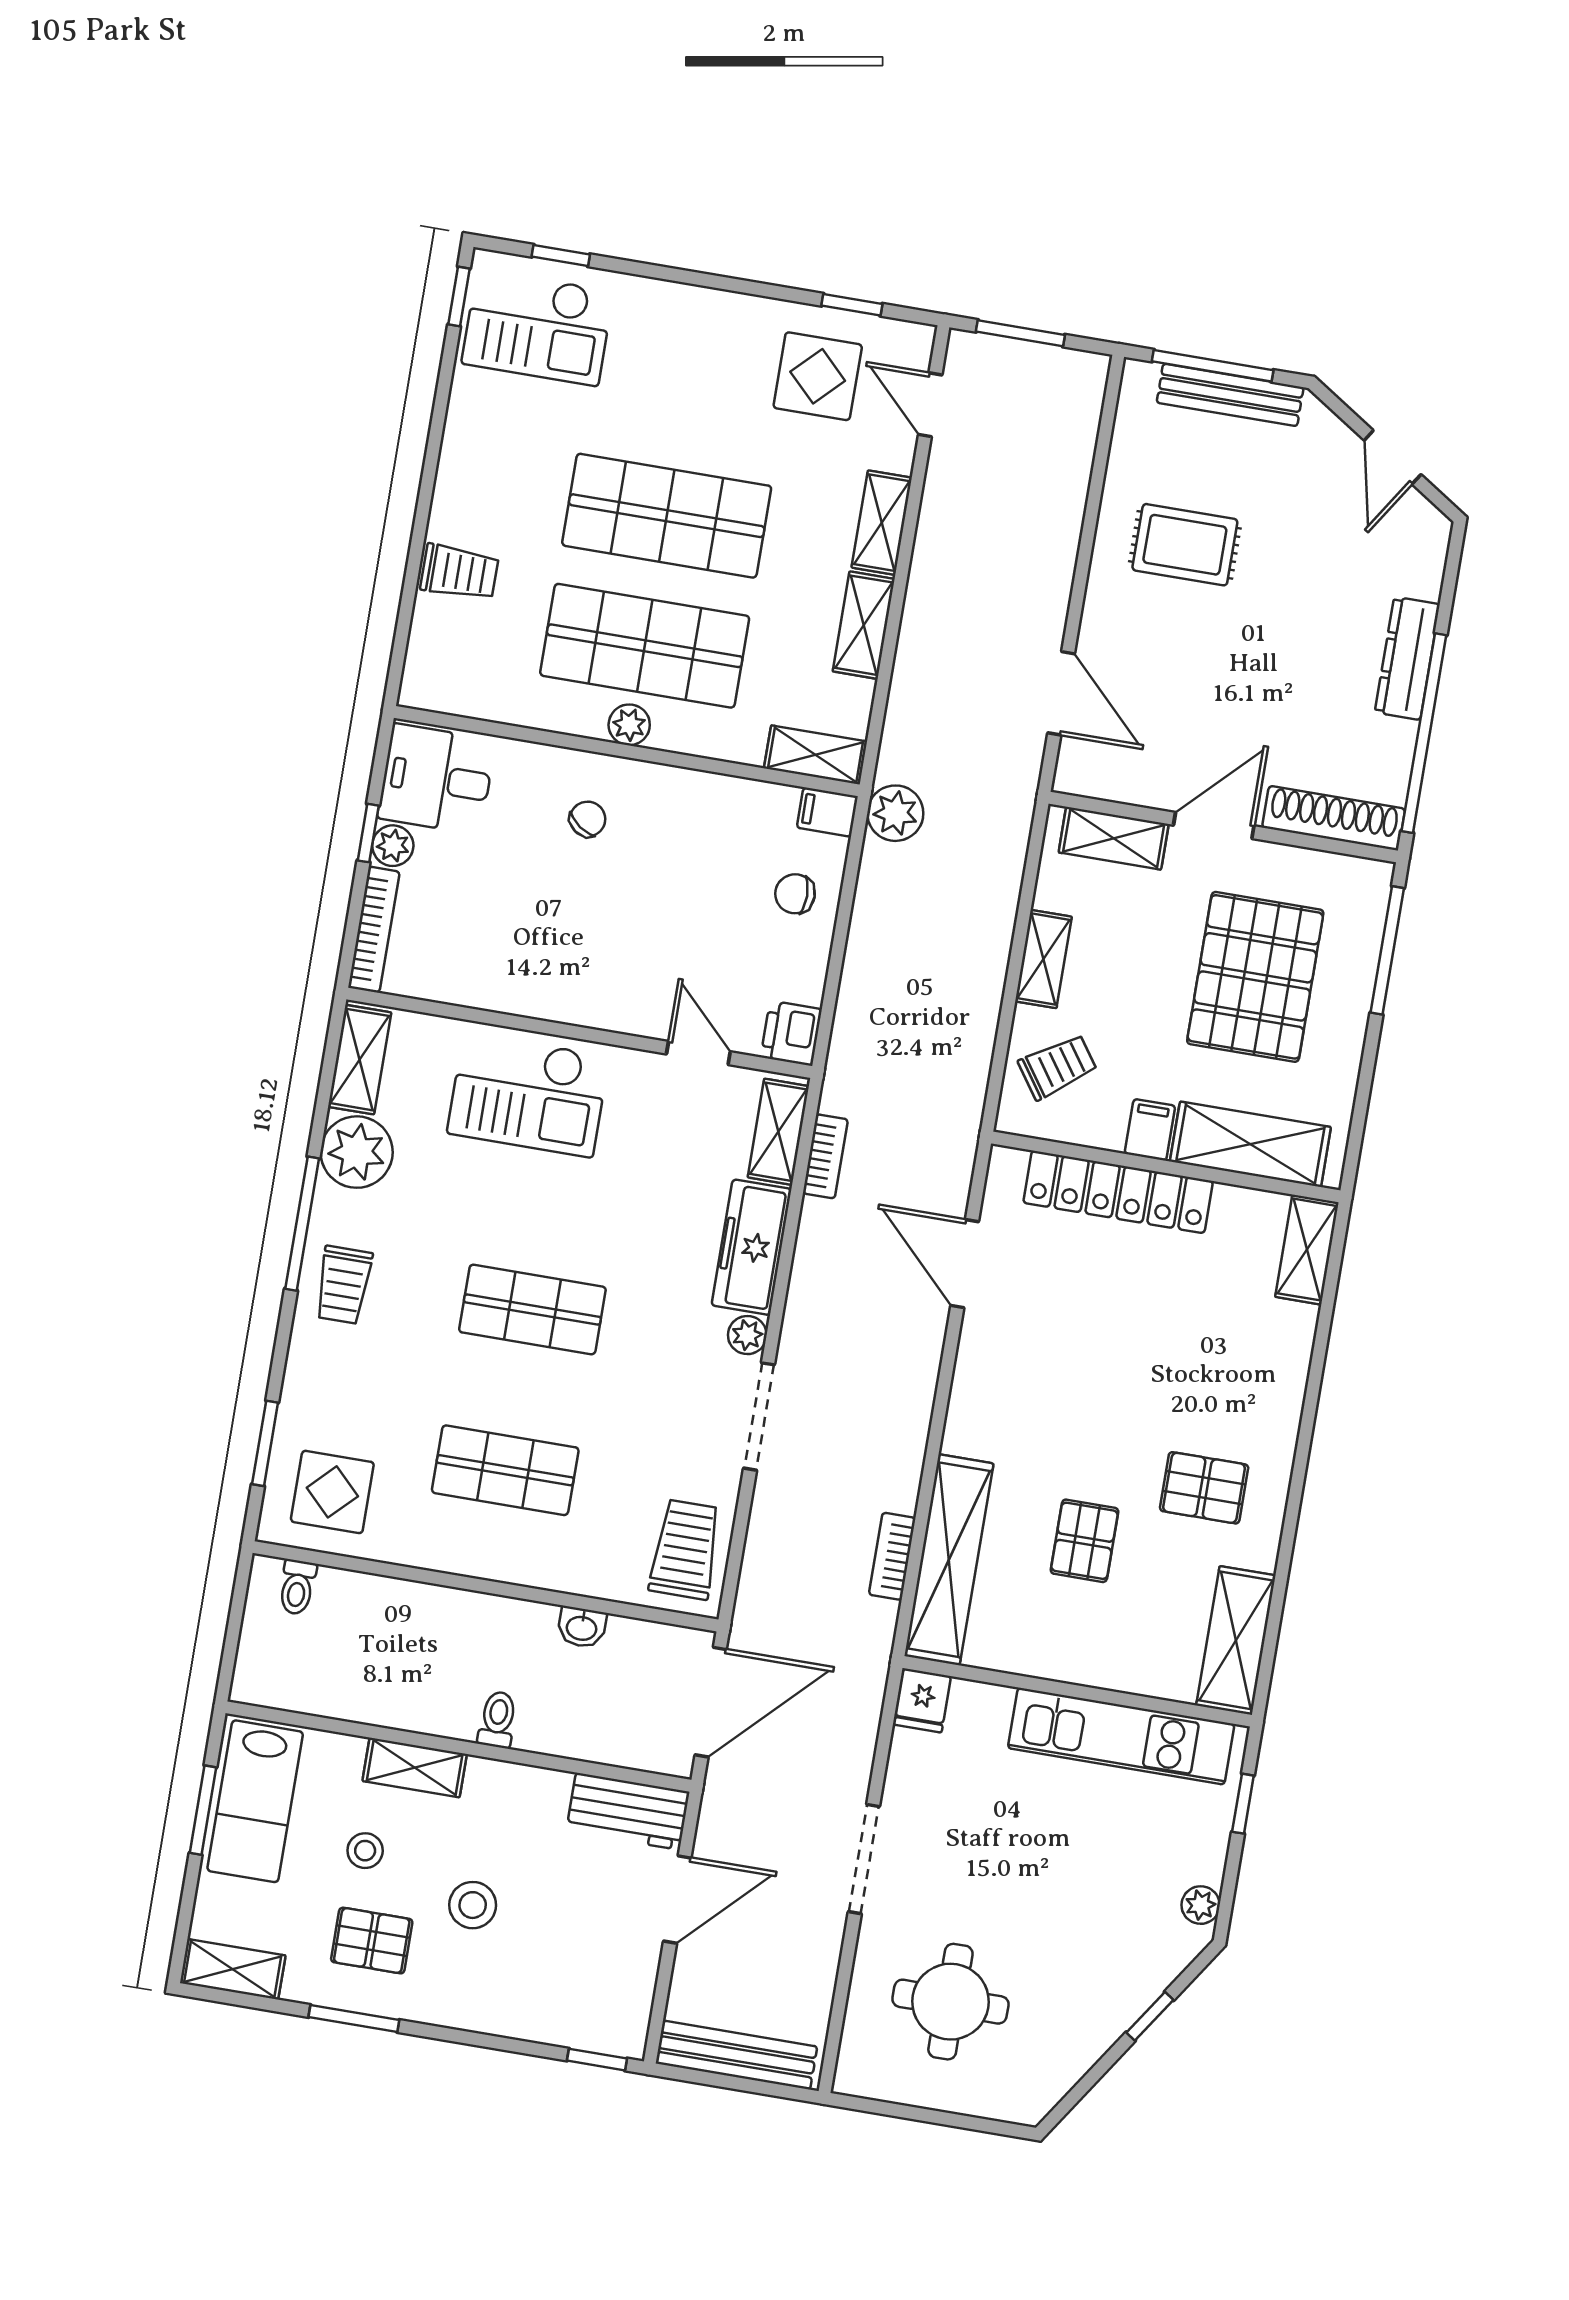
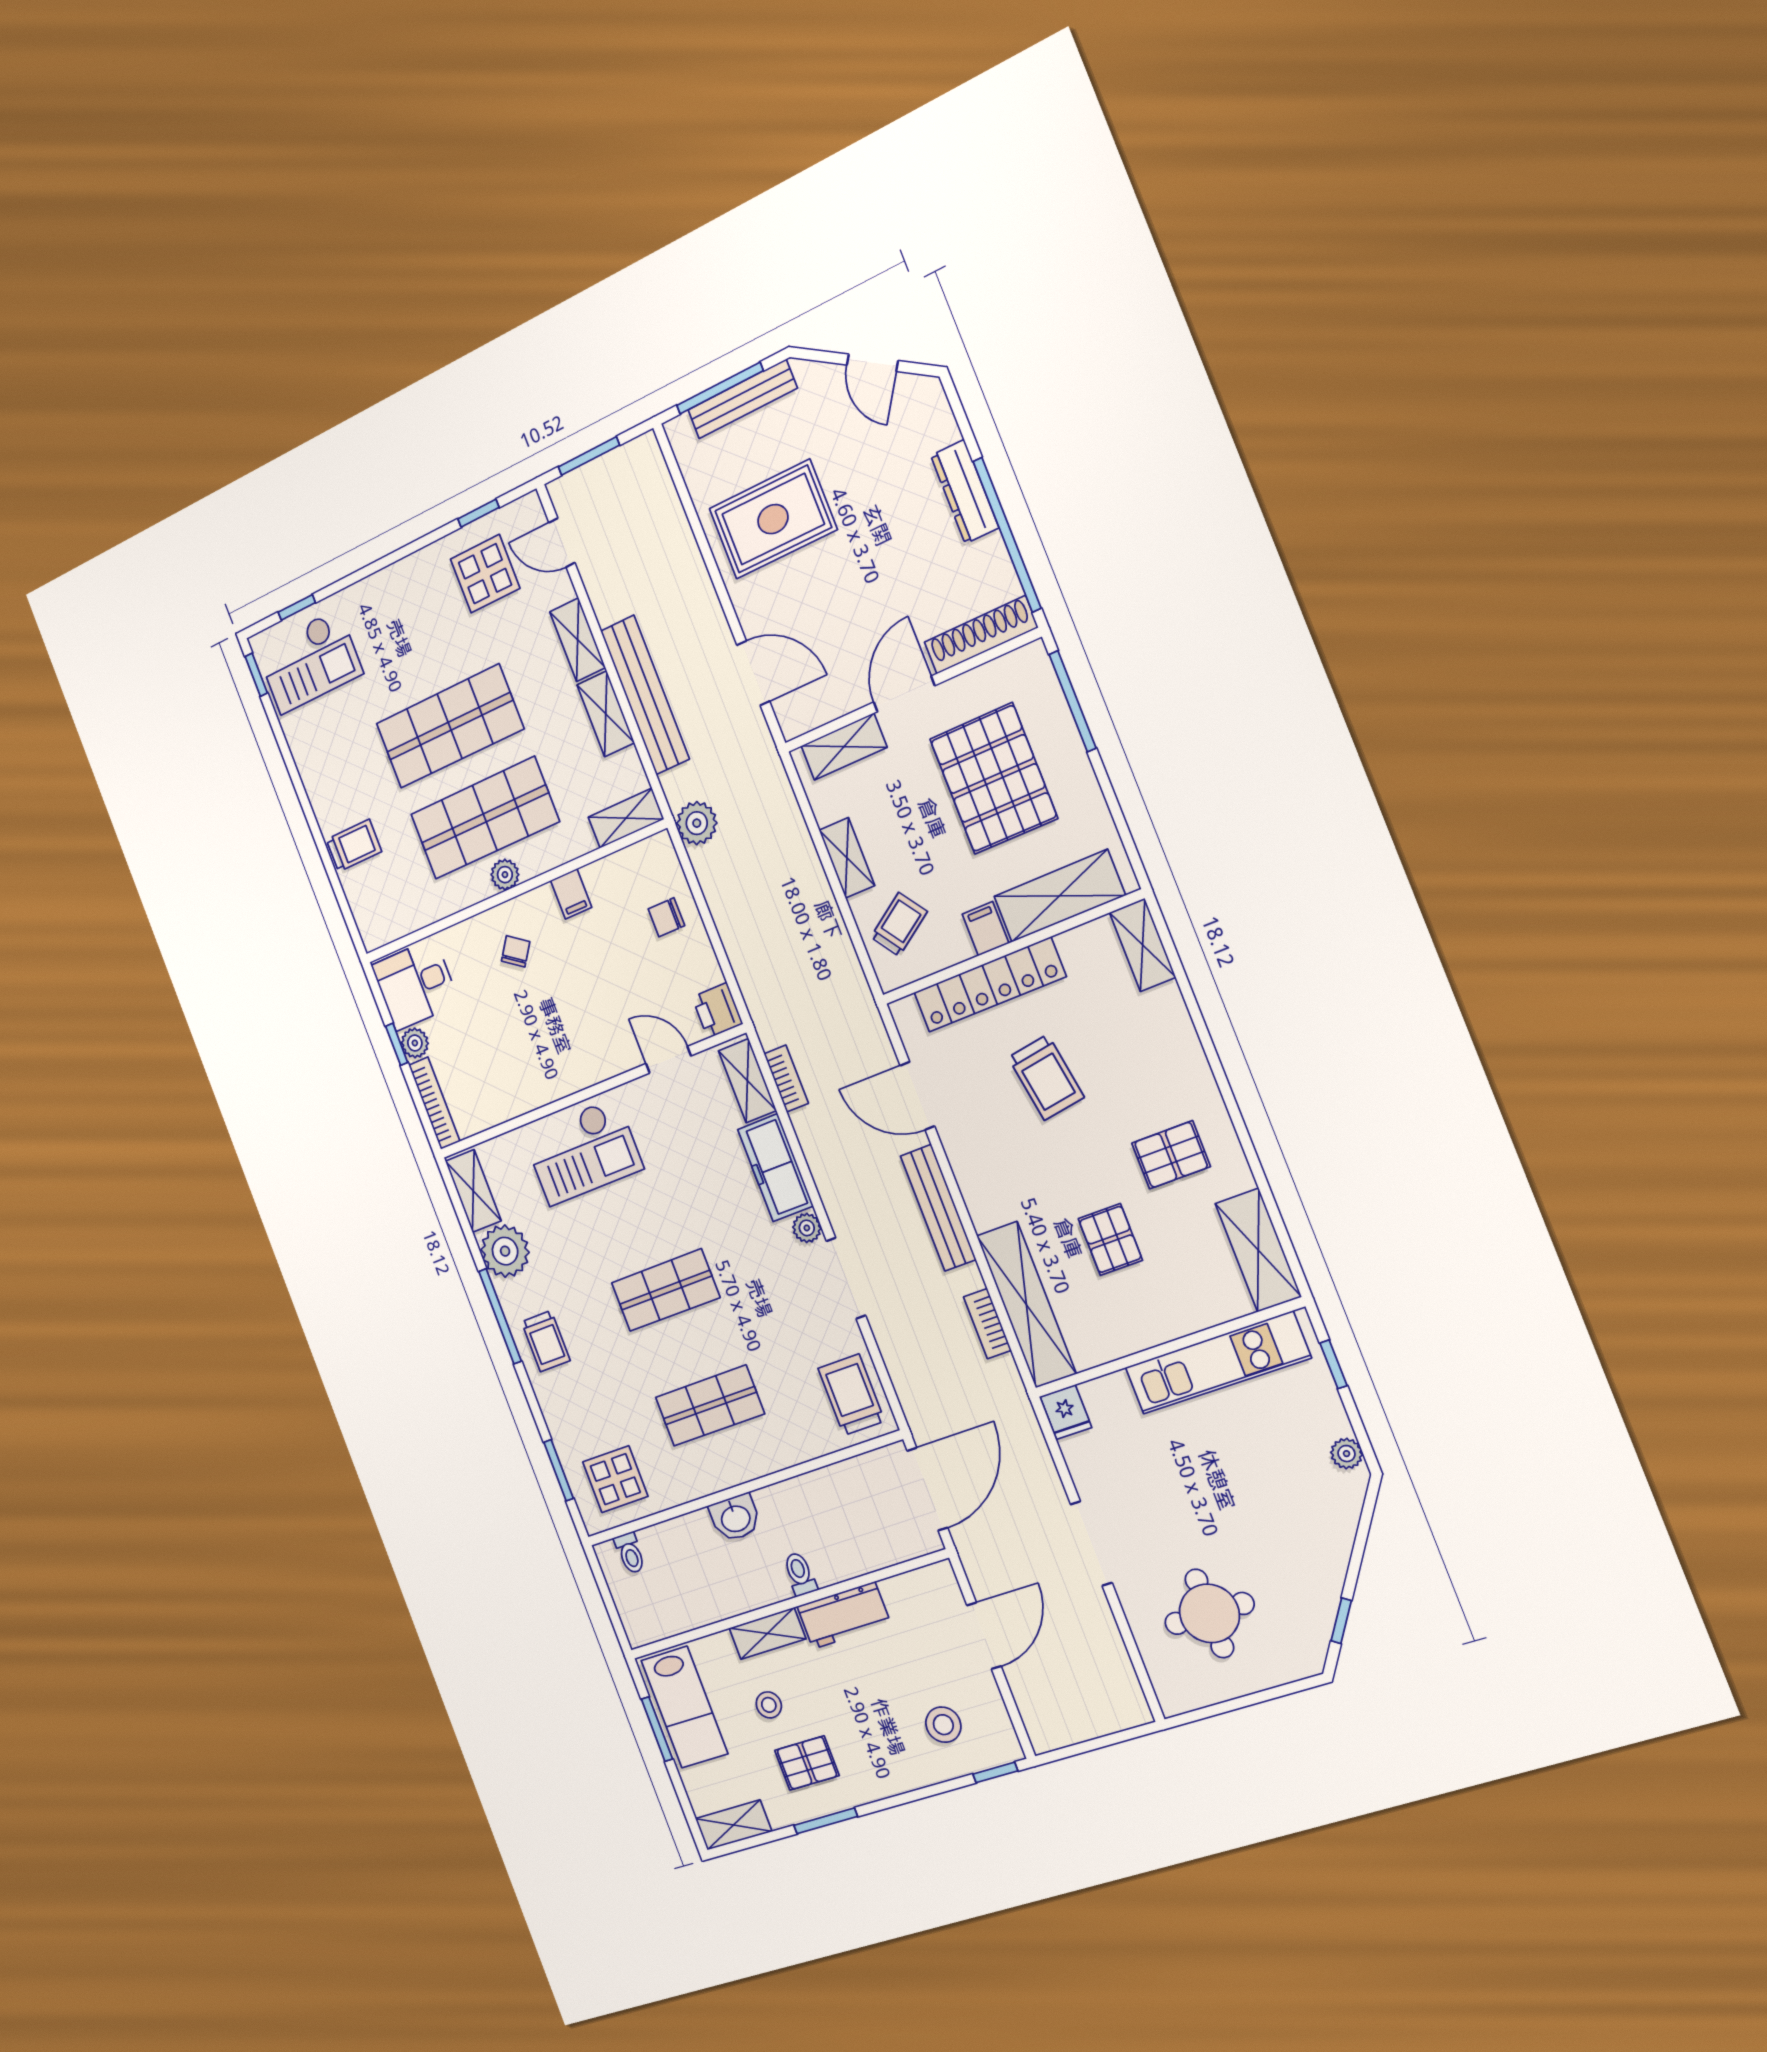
rug: (1185, 545) -> (773, 519), width x1.36, depth x1.43
bench: (923, 635) -> (645, 695), added
filing cabinet: (827, 812) -> (571, 894), moved, turned -90
trolley: (1119, 1327) -> (1046, 1077), added
washbasin: (582, 1627) -> (735, 1518), moved, width x1.38, depth x1.45
workbench: (628, 1811) -> (844, 1615), moved
stool: (473, 1905) -> (943, 1725), moved
window: (1150, 2016) -> (1341, 1621), moved
bench: (736, 2055) -> (938, 1208), moved, turned 90

